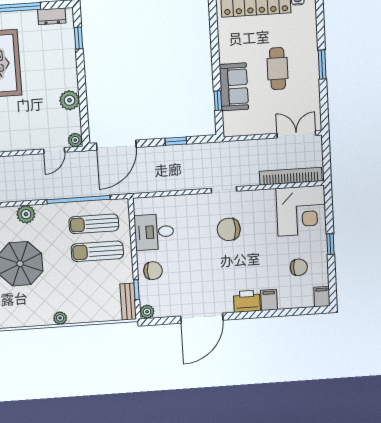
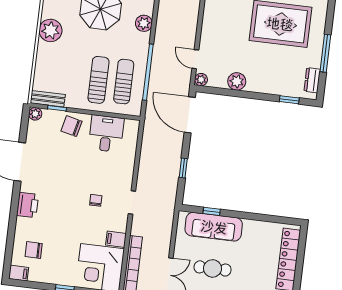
cafe table: (277, 69) -> (213, 268), moved
sofa: (234, 87) -> (214, 227), width x1.36
chair: (229, 229) -> (96, 200), width x0.54, depth x0.54
chair: (299, 267) -> (34, 250), moved, turned 90
chair: (153, 271) -> (72, 126), turned 103
filing cabinet: (269, 300) -> (116, 239), moved, turned 180
plant: (60, 318) -> (50, 30), width x1.88, depth x1.88

